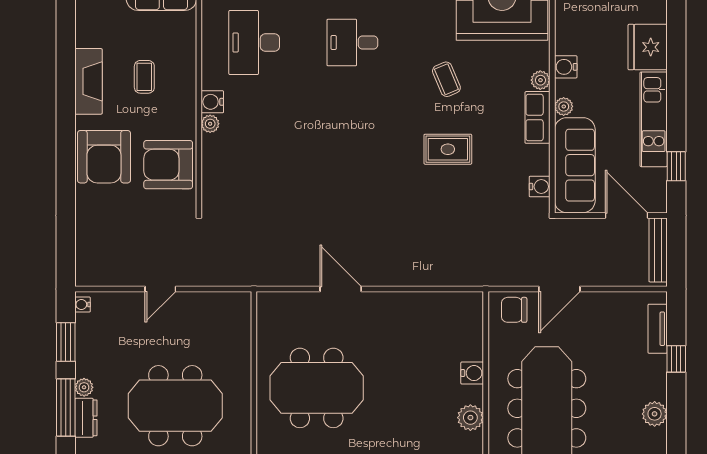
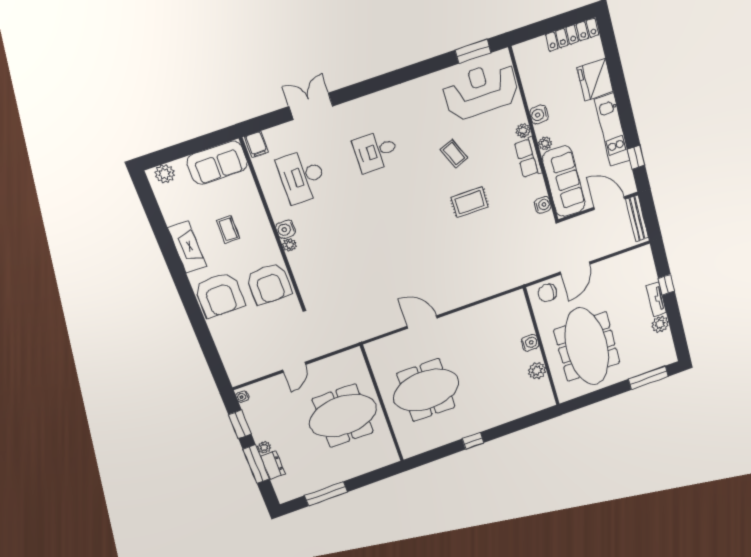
armchair: (168, 165) -> (269, 284), turned -90
tv unit: (658, 329) -> (656, 299), moved
meeting table: (175, 406) -> (343, 416), moved

